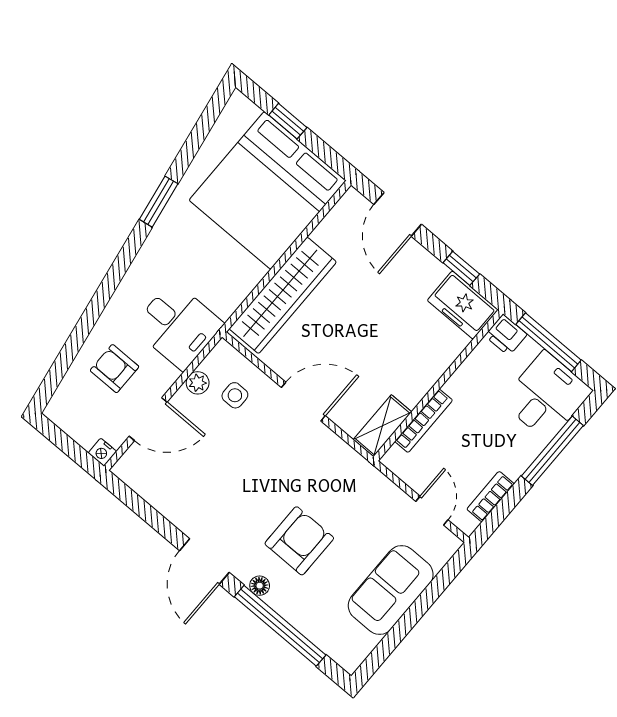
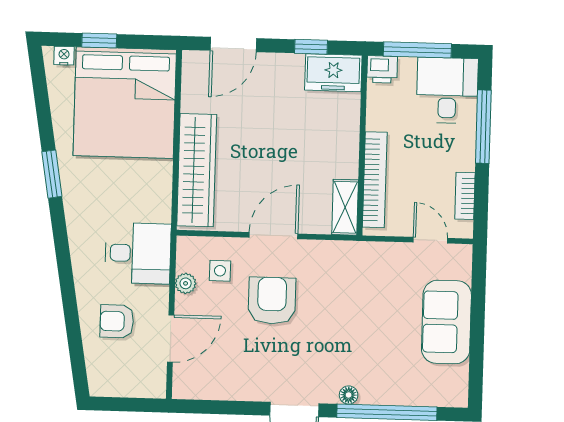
door: (398, 214) -> (233, 44), hinge flipped
bookcase: (424, 421) -> (375, 180), width x1.48, depth x1.31
nightstand: (102, 452) -> (64, 56), moved, turned 180
armchair: (299, 541) -> (272, 301), moved

